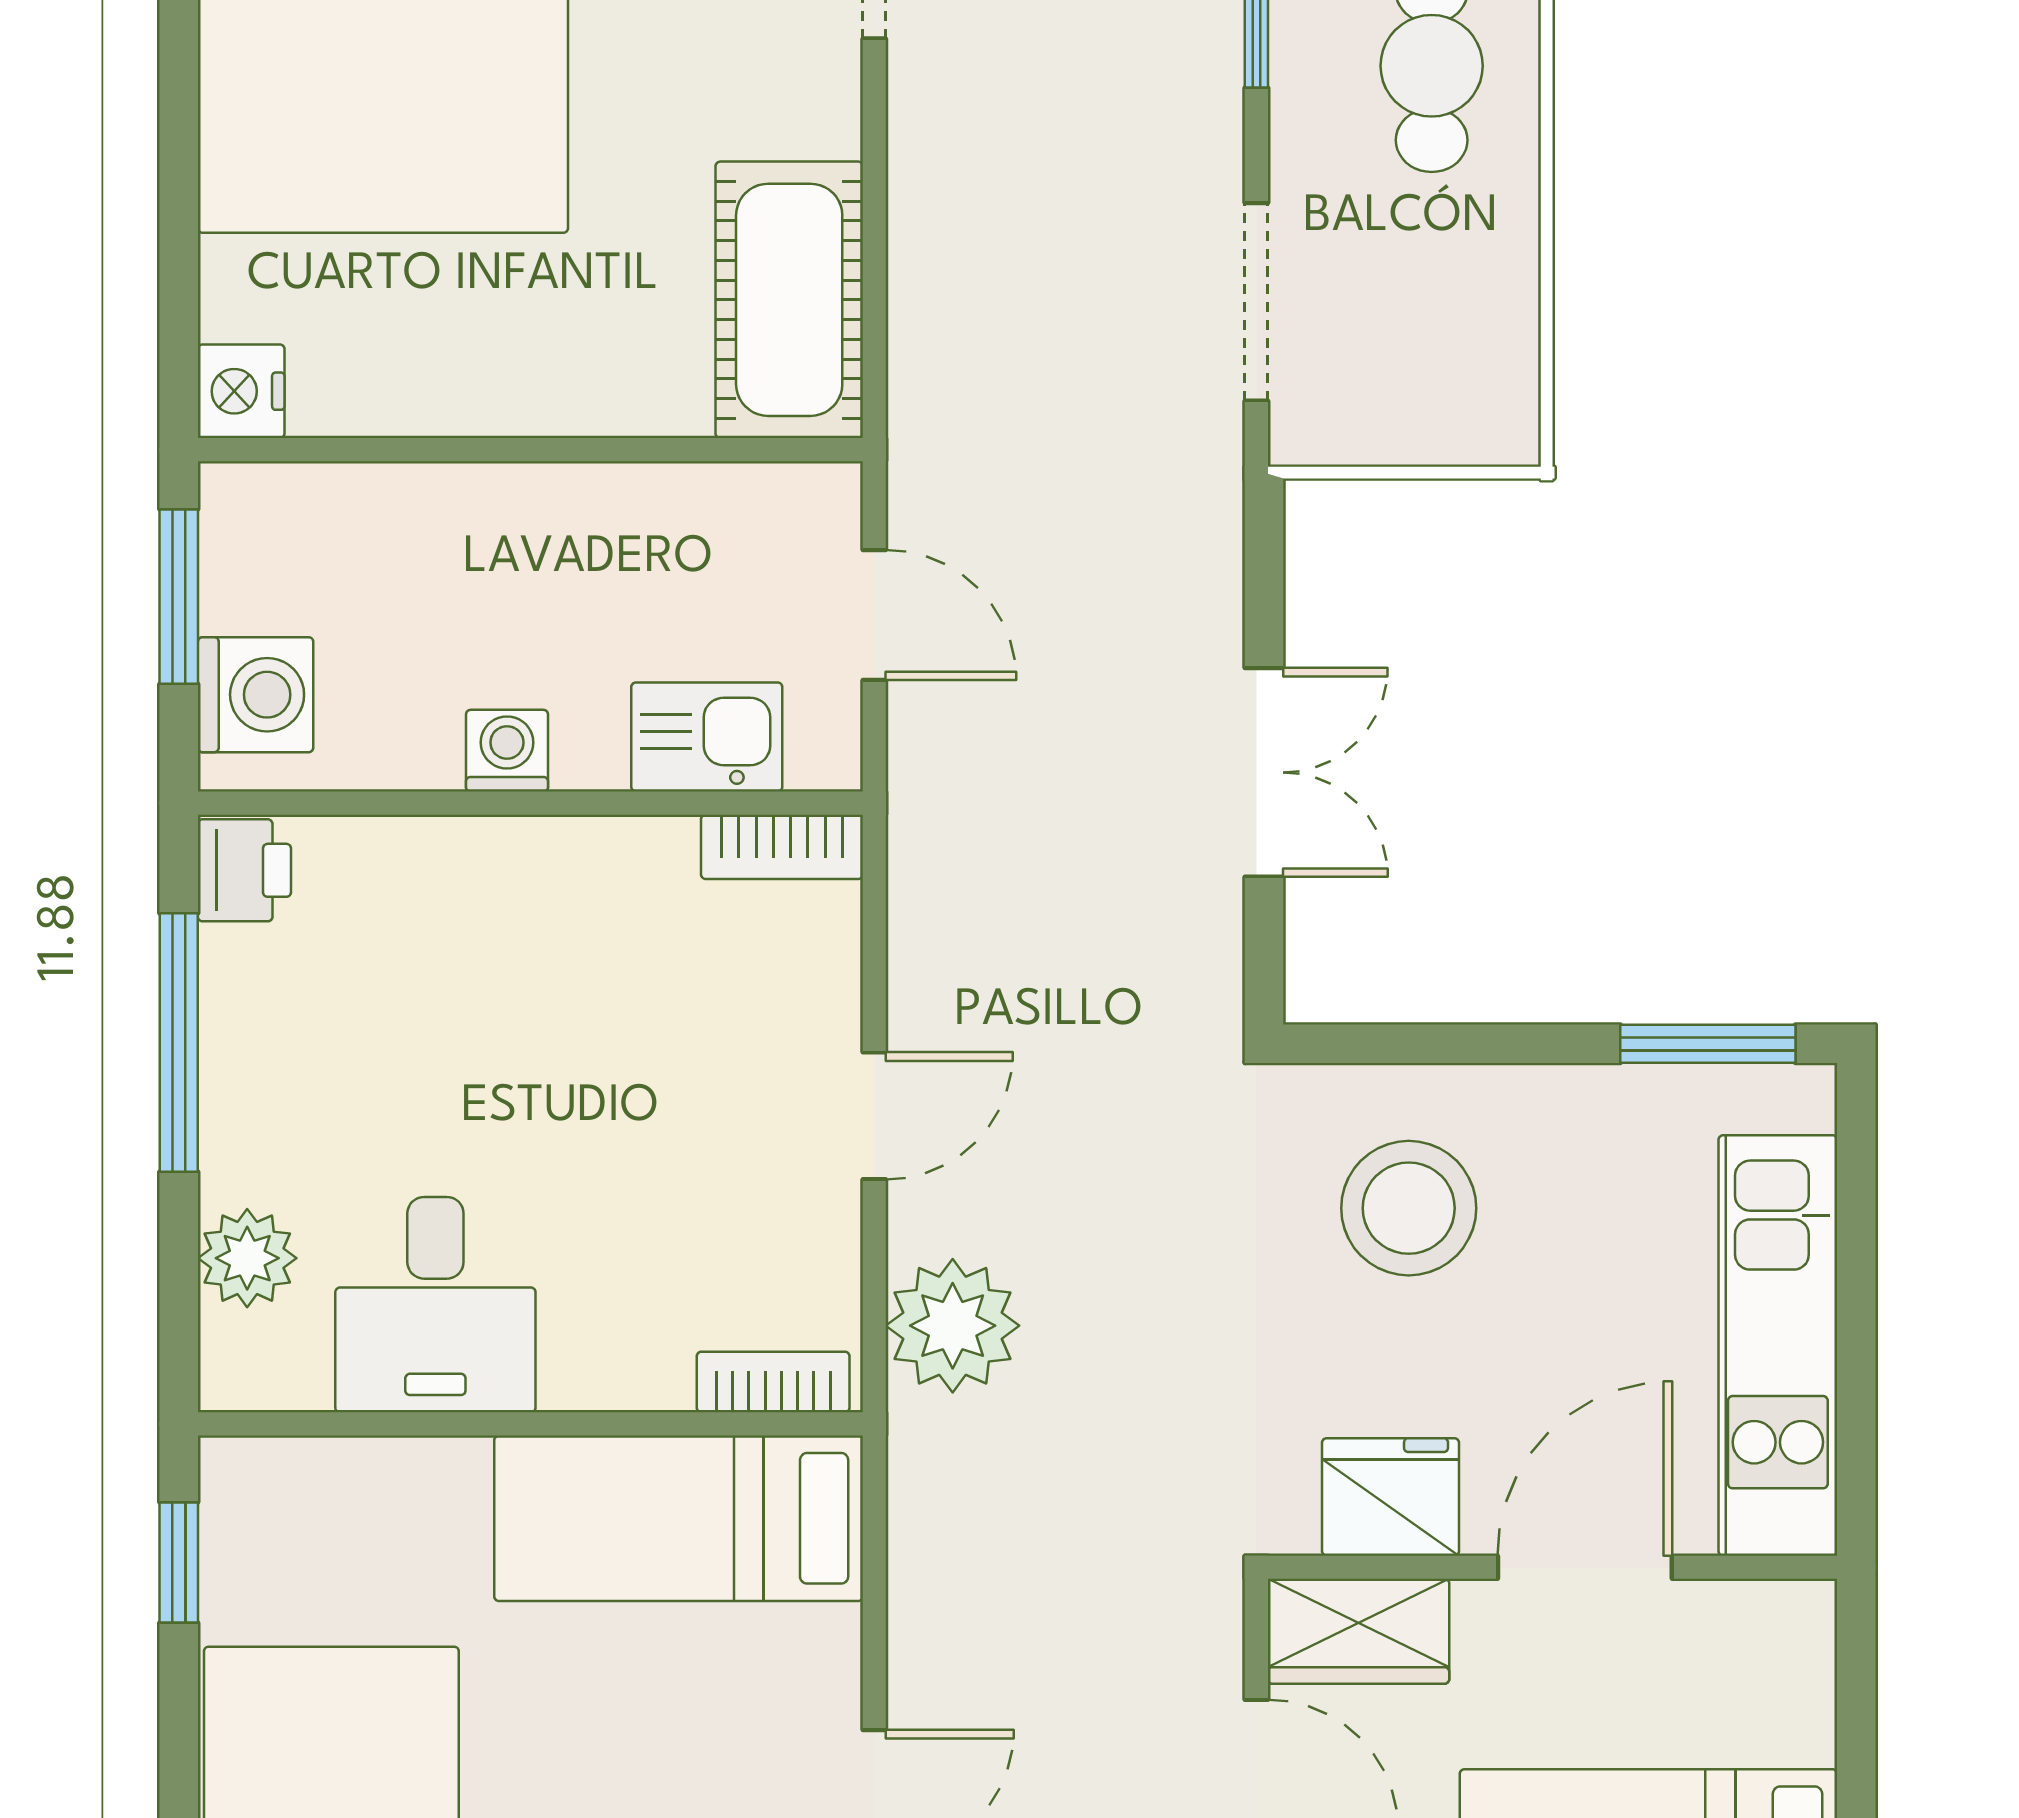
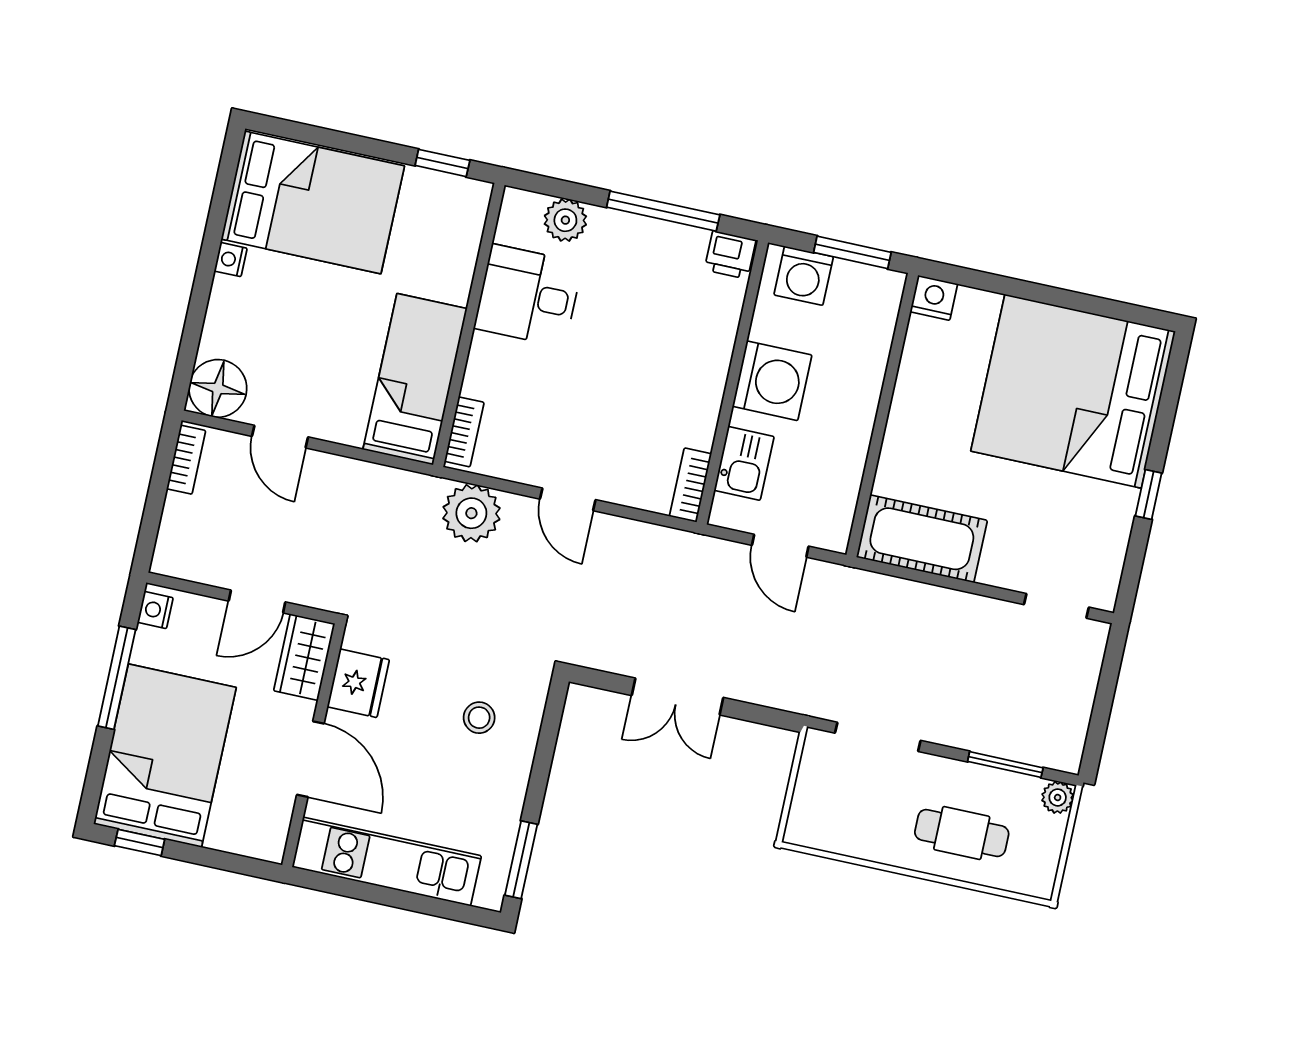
door: (874, 615) -> (780, 546), hinge flipped
washing machine: (507, 751) -> (772, 381), width x1.89, depth x1.89
stool: (1409, 1208) -> (479, 718), width x0.53, depth x0.53

